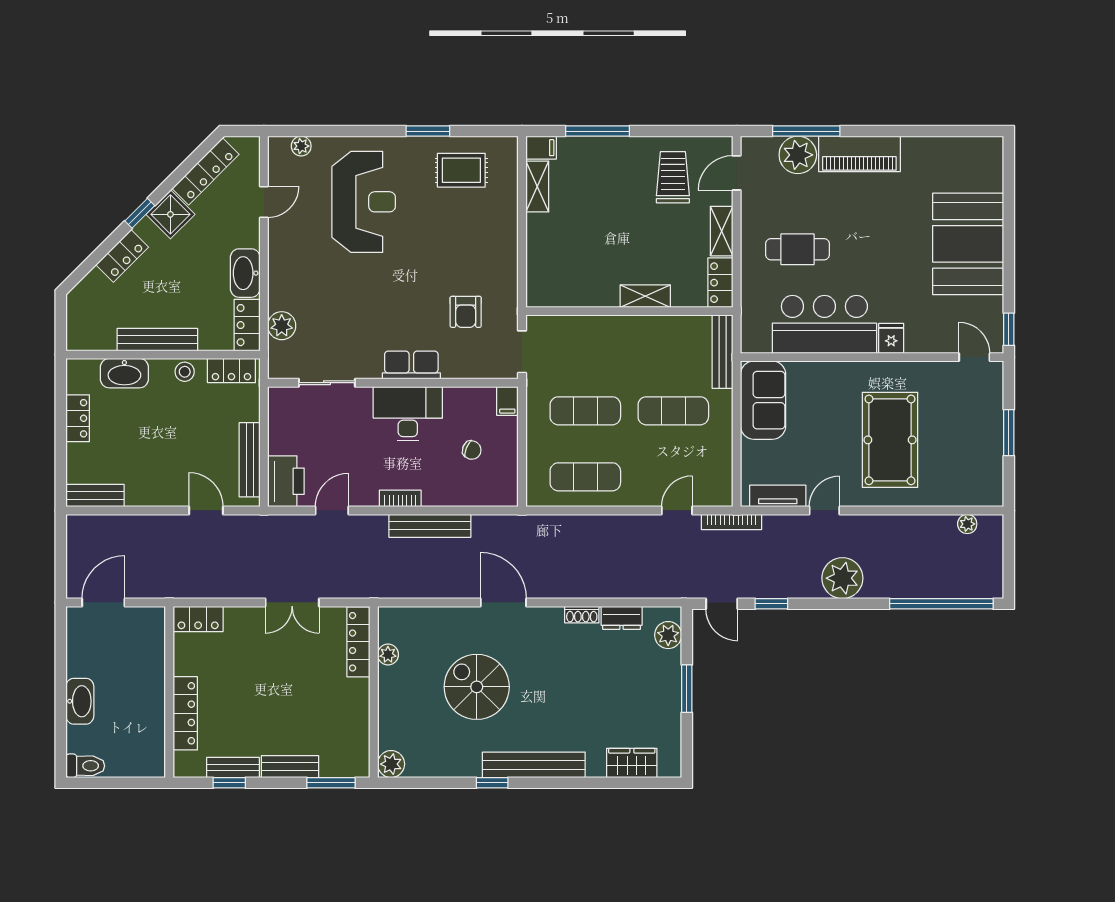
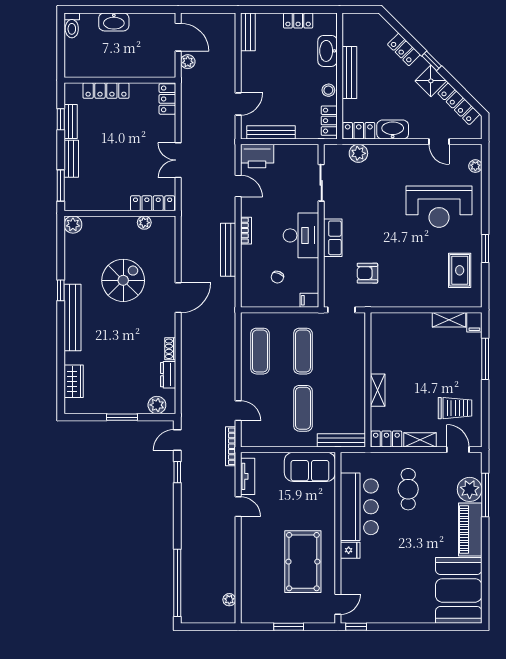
booth: (968, 244) -> (459, 590), moved, turned 90
pool table: (890, 440) -> (303, 562), moved, turned 90
plant: (842, 578) -> (188, 62), moved, width x0.53, depth x0.53

